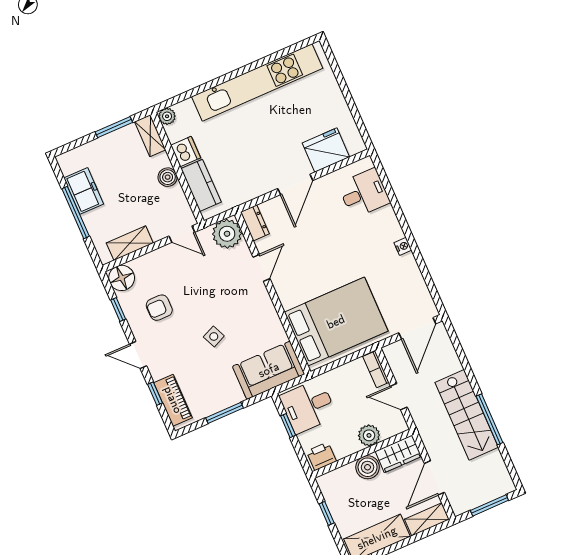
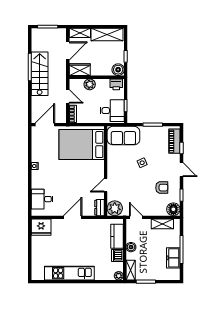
kitchen unit: (257, 82) -> (69, 273), width x0.73
fridge: (326, 150) -> (41, 227), moved
boiler: (368, 467) -> (118, 70), moved

